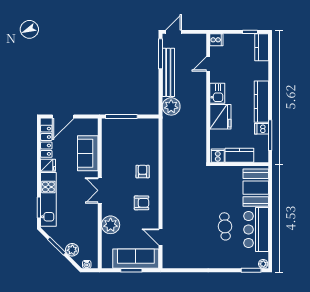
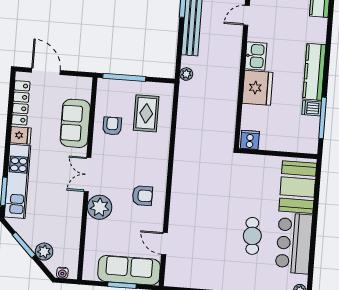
plant: (171, 106) -> (186, 74), width x0.53, depth x0.53
door: (63, 117) -> (46, 71), swing flipped
rug: (140, 142) -> (146, 113), added
kitchen counter: (239, 155) -> (279, 142), removed
armchair: (143, 172) -> (112, 126), moved
plant: (111, 225) -> (100, 207), moved

